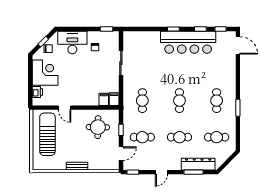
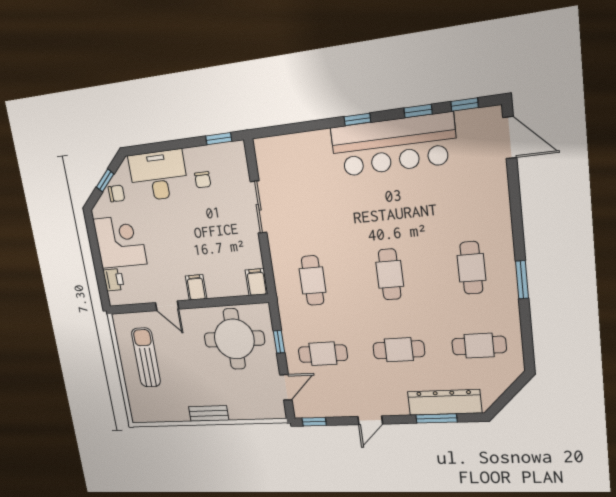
filing cabinet: (104, 99) -> (196, 287), moved
round table: (98, 127) -> (234, 339), width x1.36, depth x1.36
sun lounger: (47, 134) -> (146, 357), width x0.73, depth x0.75

